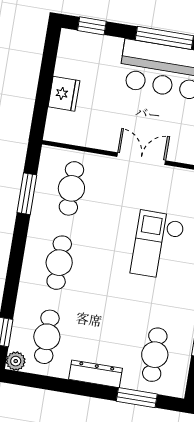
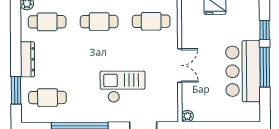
window: (92, 26) -> (265, 30), moved

